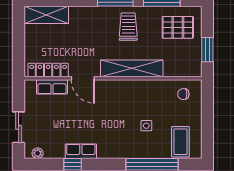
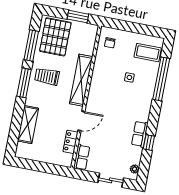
shelving: (46, 15) -> (28, 125), moved
pallet: (178, 27) -> (55, 37), width x1.37, depth x1.41
locker: (48, 70) -> (70, 142), width x0.66
row of seats: (52, 87) -> (82, 157), moved

